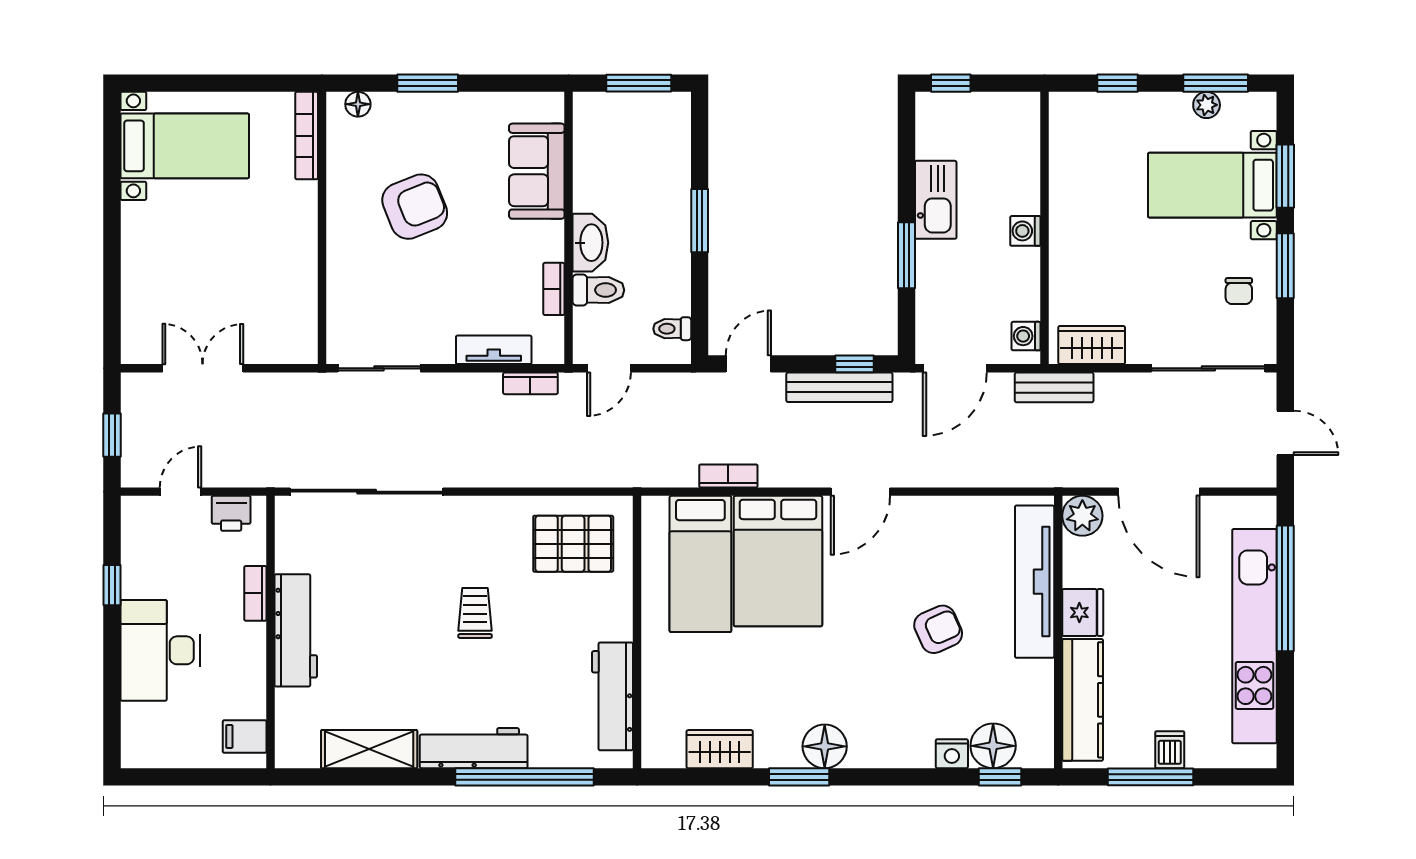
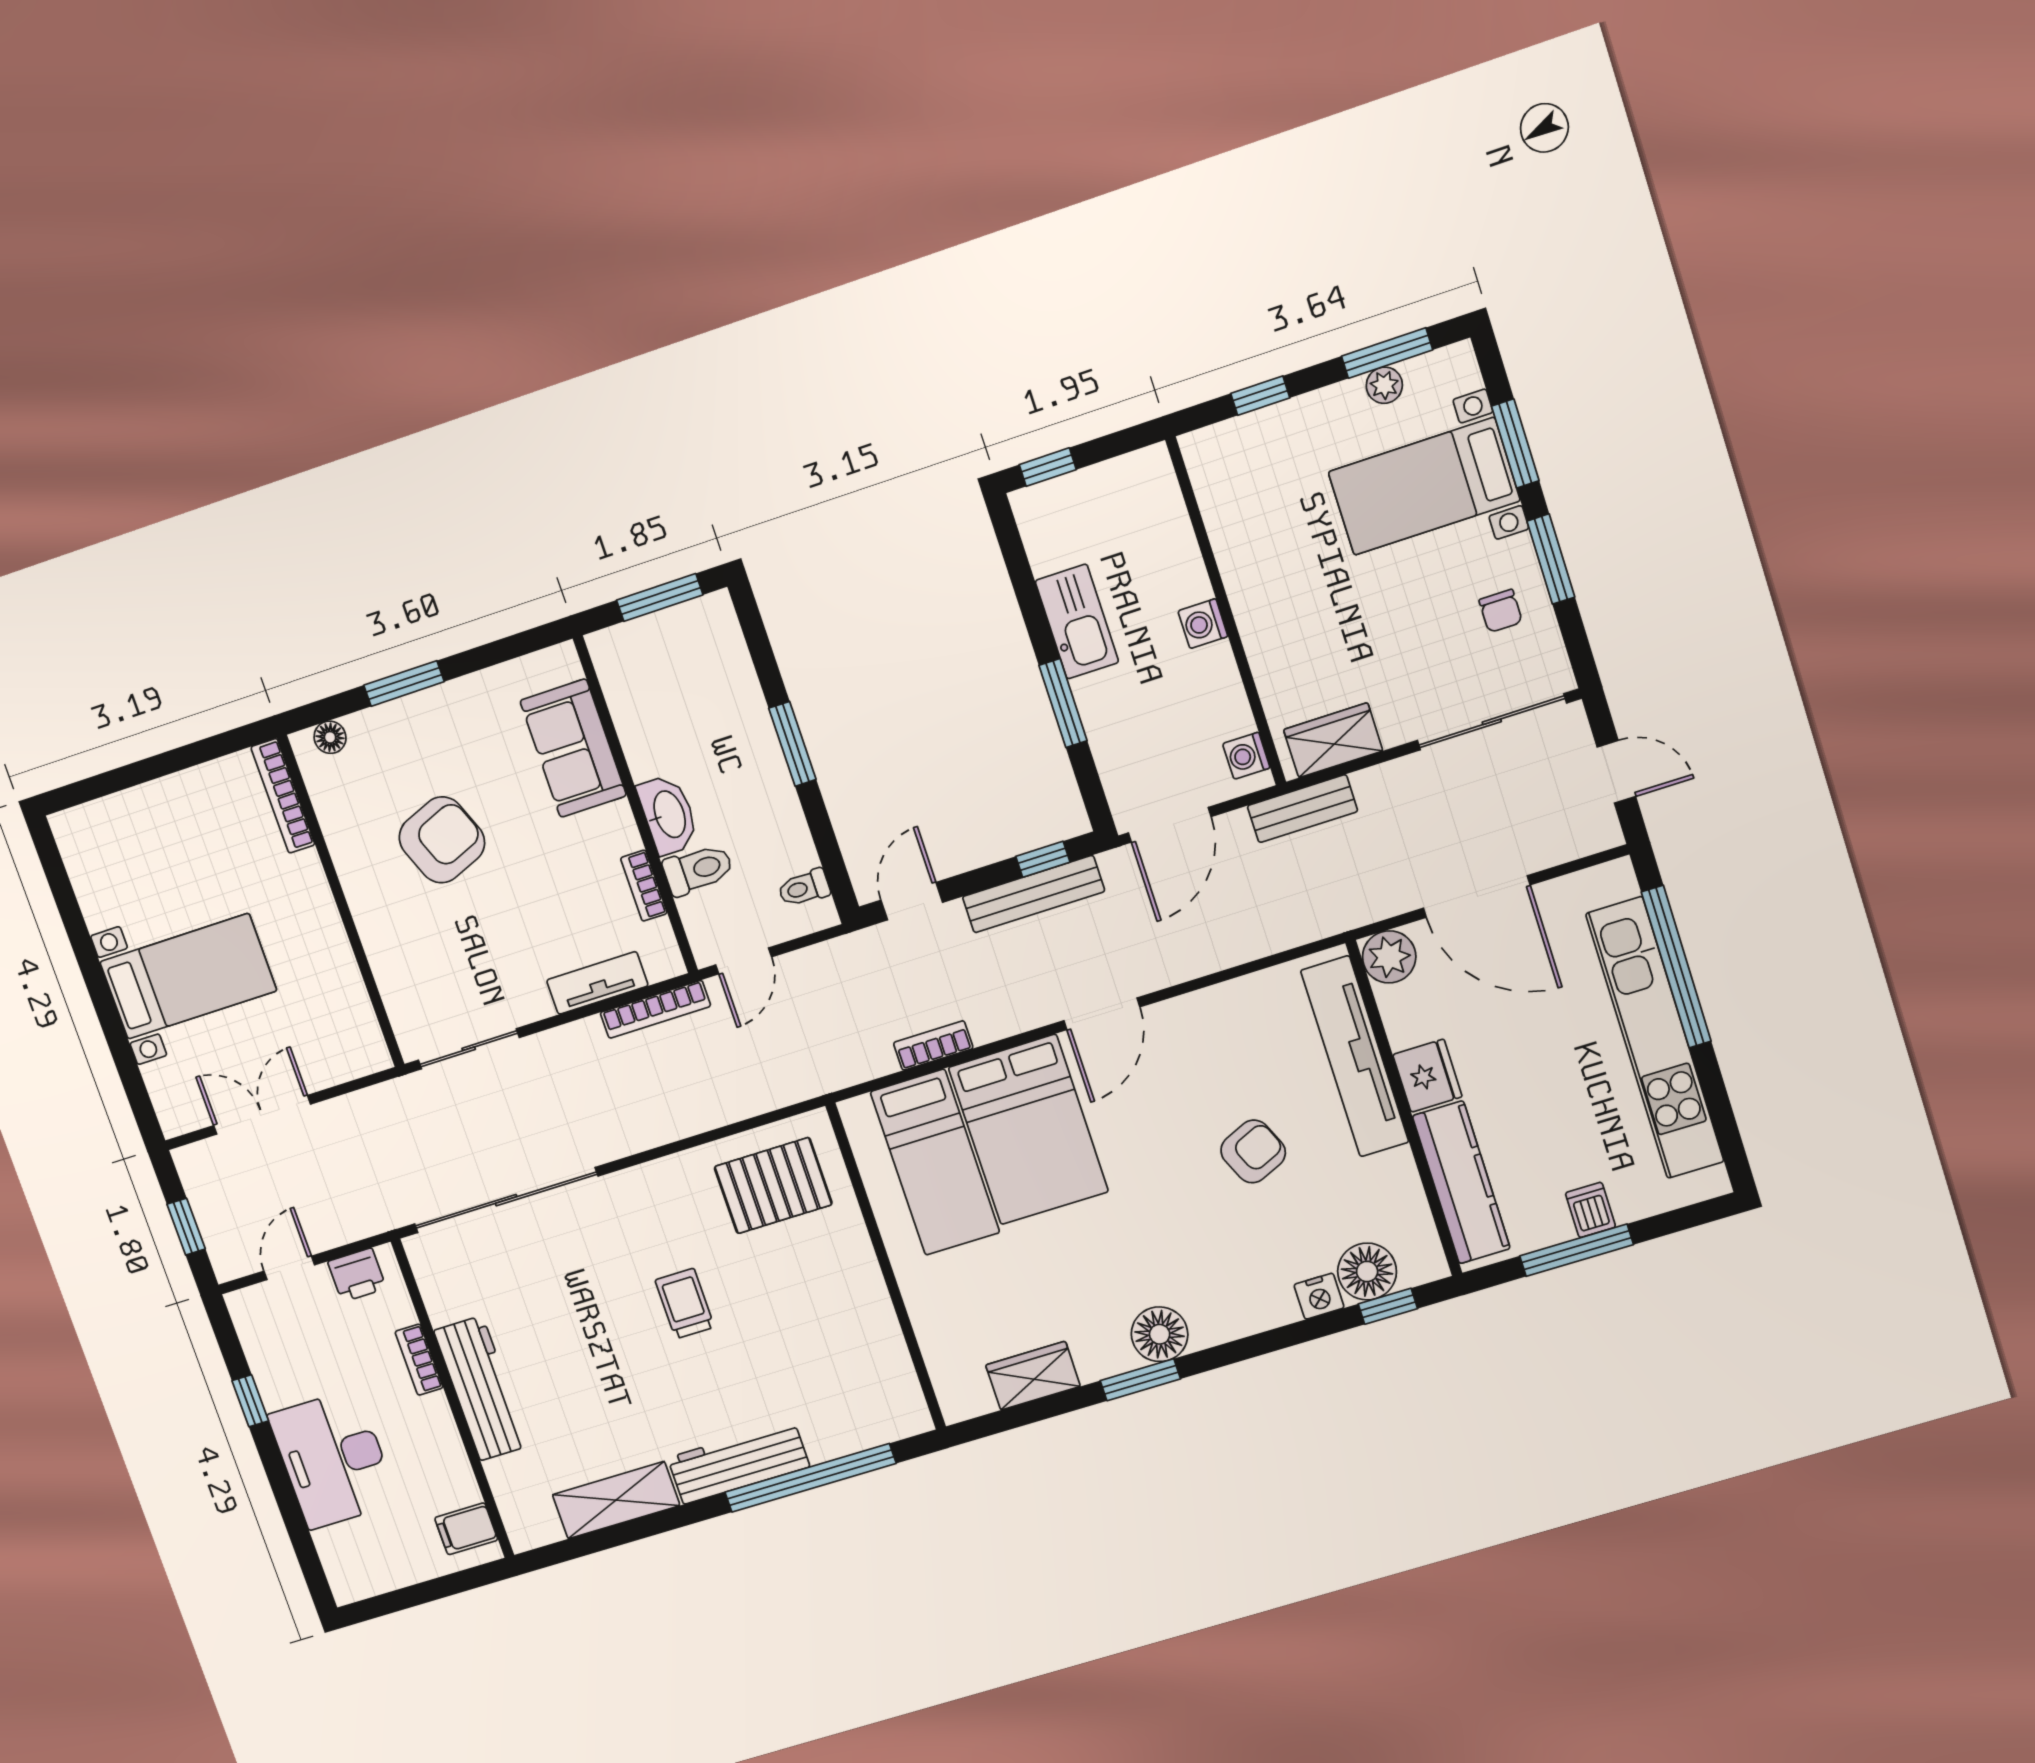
bed with nightstands: (185, 146) -> (188, 976), moved
bookcase: (530, 383) -> (655, 1009), width x1.56
workbench: (613, 696) -> (883, 1352), removed

